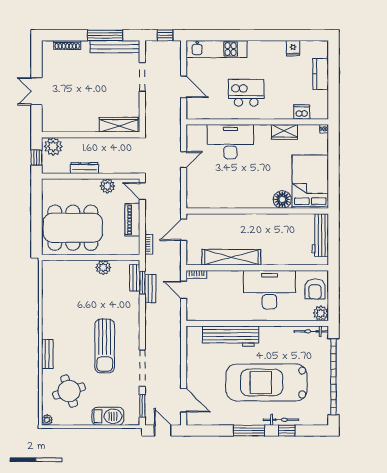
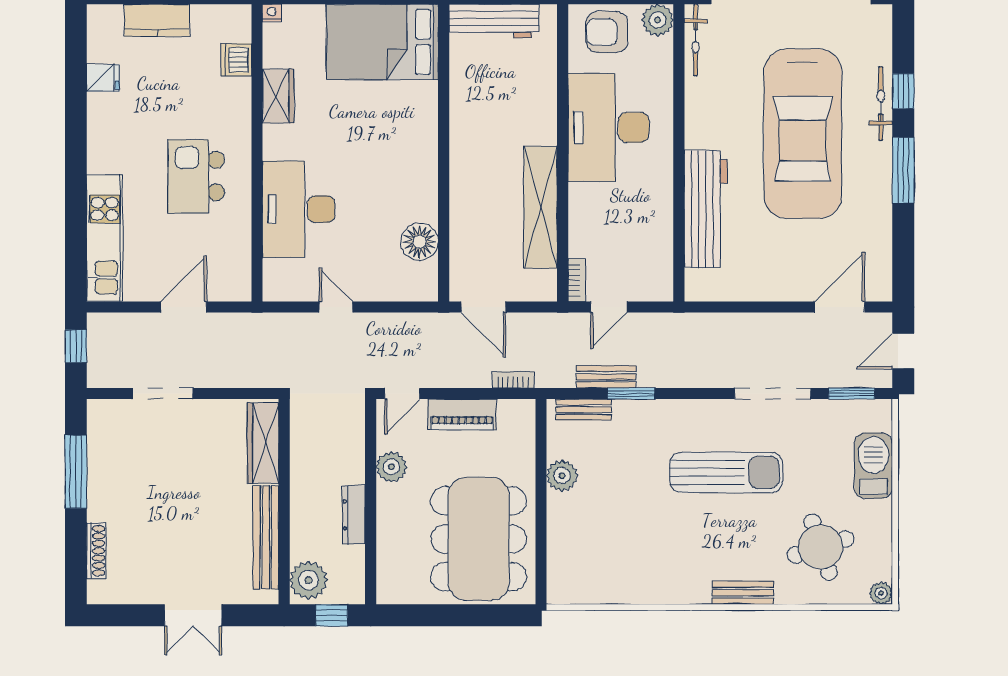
bench: (115, 47) -> (266, 537), moved
floor lamp: (282, 199) -> (420, 242), moved
window: (142, 283) -> (631, 394), moved
armchair: (315, 289) -> (607, 32), turned 180

